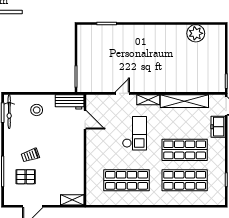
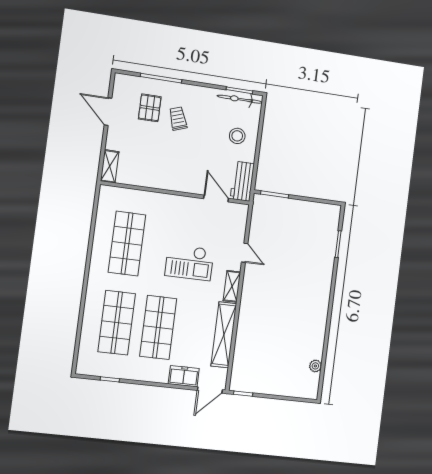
plant: (196, 33) -> (315, 366), width x0.53, depth x0.53
door: (85, 120) -> (216, 199), swing flipped

